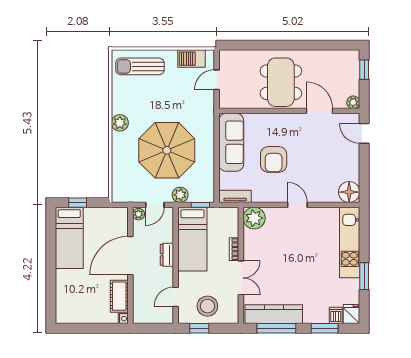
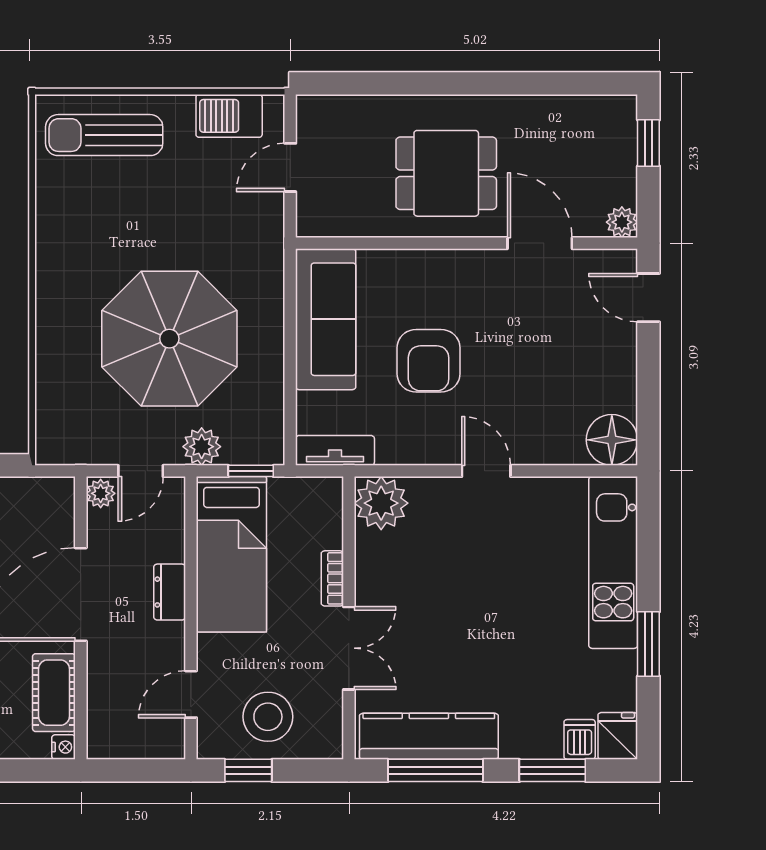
dining table: (281, 82) -> (446, 173), width x0.73
plant: (120, 123) -> (55, 272), removed

